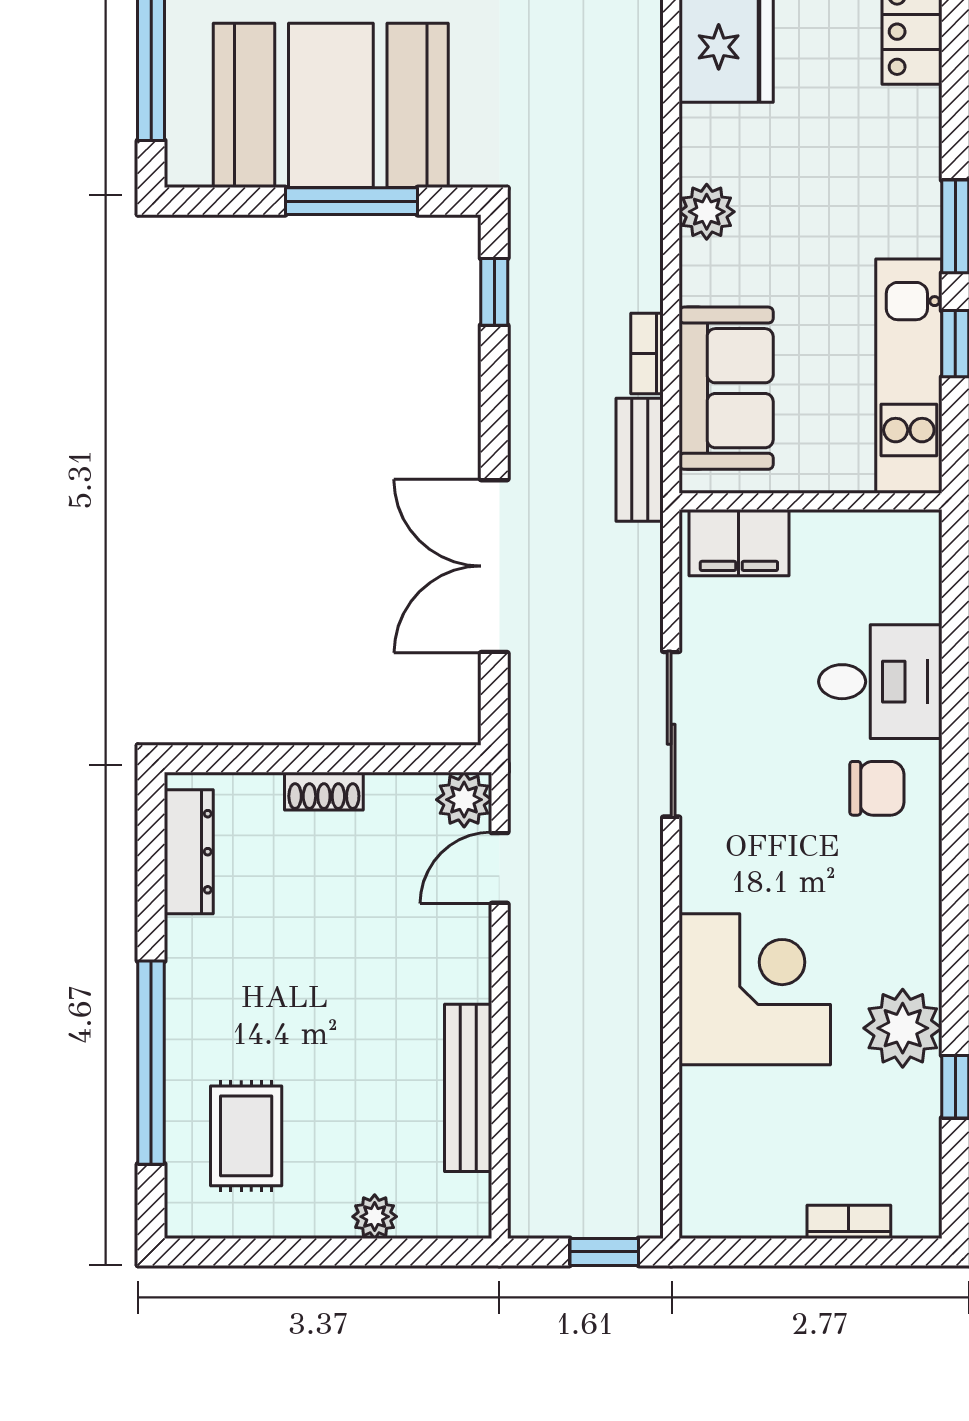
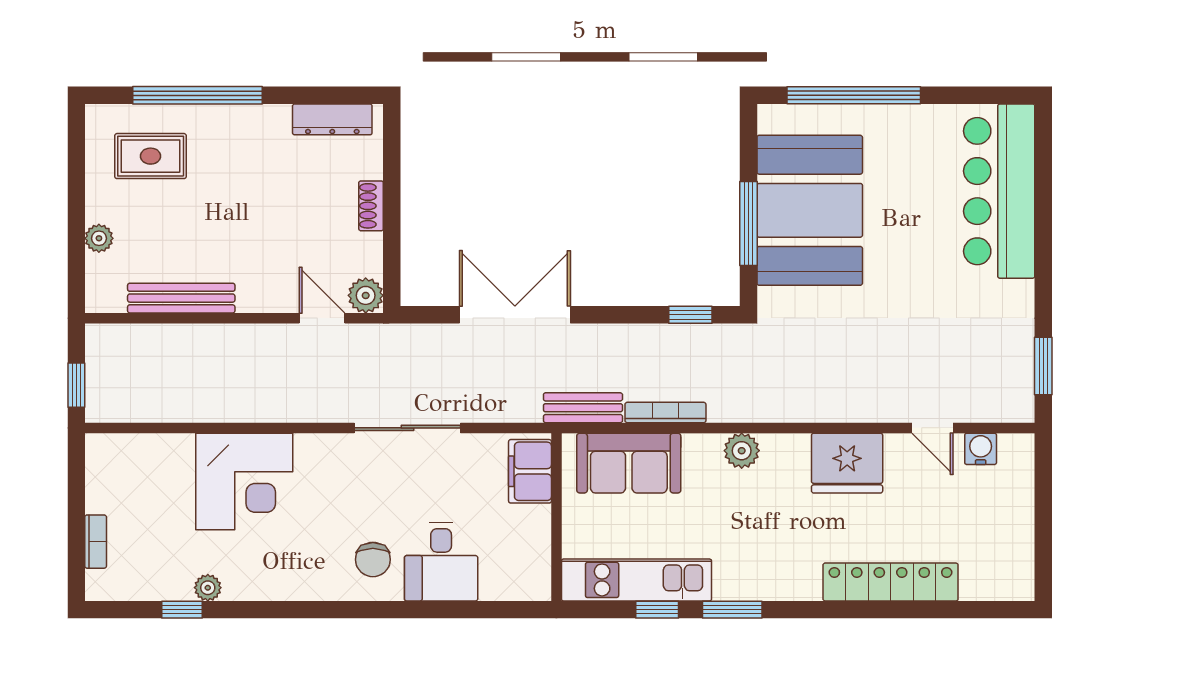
bookcase: (647, 354) -> (665, 412), width x1.56
plant: (903, 1028) -> (208, 588), width x0.53, depth x0.53

